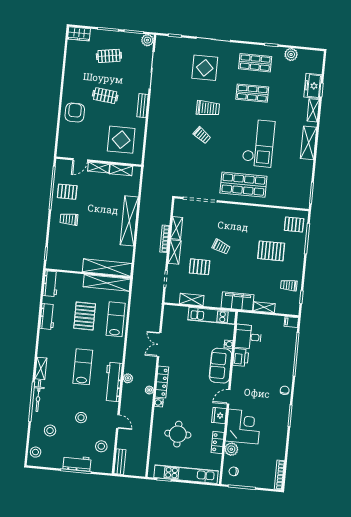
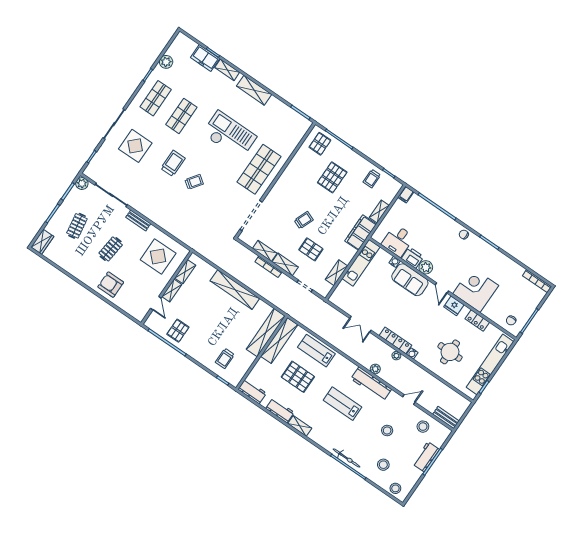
trolley: (69, 219) -> (225, 358), moved
pallet: (200, 267) -> (311, 249), turned 90
shelving: (41, 368) -> (300, 426), moved
plant: (231, 449) -> (426, 267), moved

